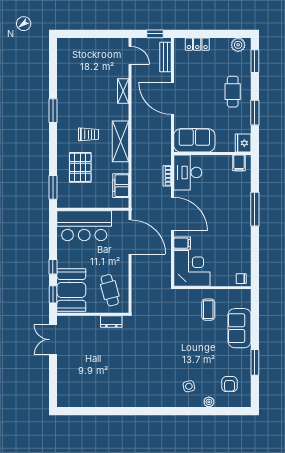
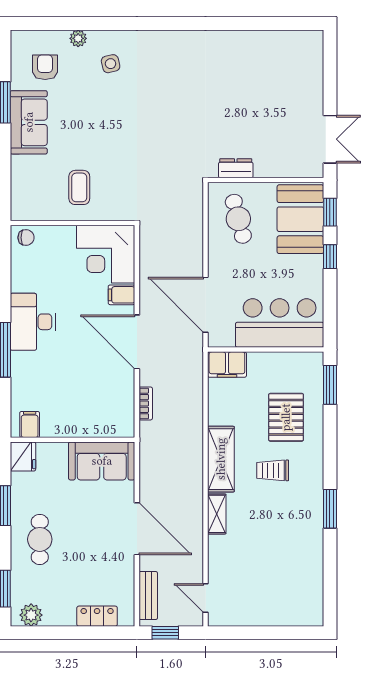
shelving: (123, 91) -> (217, 514), moved
desk: (188, 172) -> (33, 322), moved, turned 180
filing cabinet: (121, 186) -> (227, 365), moved, turned 90
sofa: (240, 328) -> (29, 122), moved

